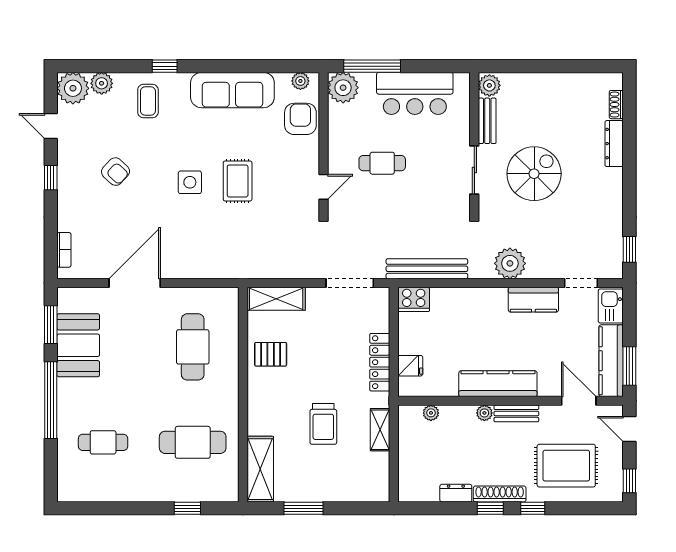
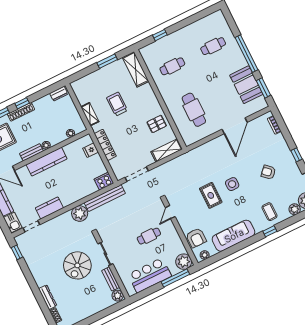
plant: (510, 263) -> (80, 214), moved
cafe table: (193, 442) -> (172, 66), width x0.73, depth x0.74
dresser: (456, 493) -> (59, 94), moved

